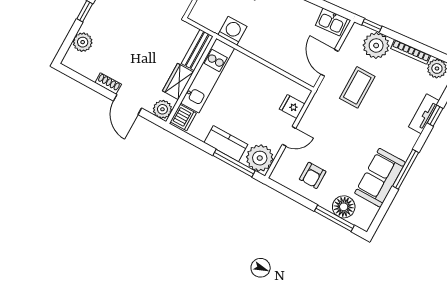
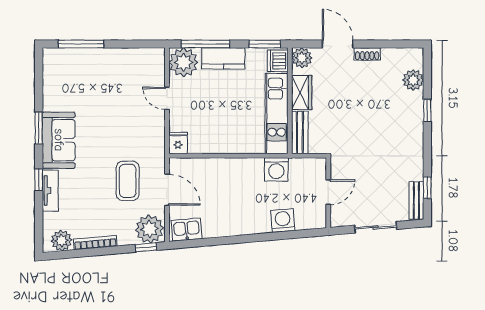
plant: (376, 45) -> (150, 229), moved
fridge: (292, 107) -> (178, 143), moved, turned -90
window: (435, 116) -> (39, 180), moved
door: (289, 136) -> (167, 98), hinge flipped
window: (186, 137) -> (265, 44), added
window: (406, 169) -> (39, 128), width x0.69
armchair: (313, 175) -> (124, 73), removed
sofa: (380, 178) -> (59, 140), moved
floor lamp: (344, 207) -> (78, 60), removed

